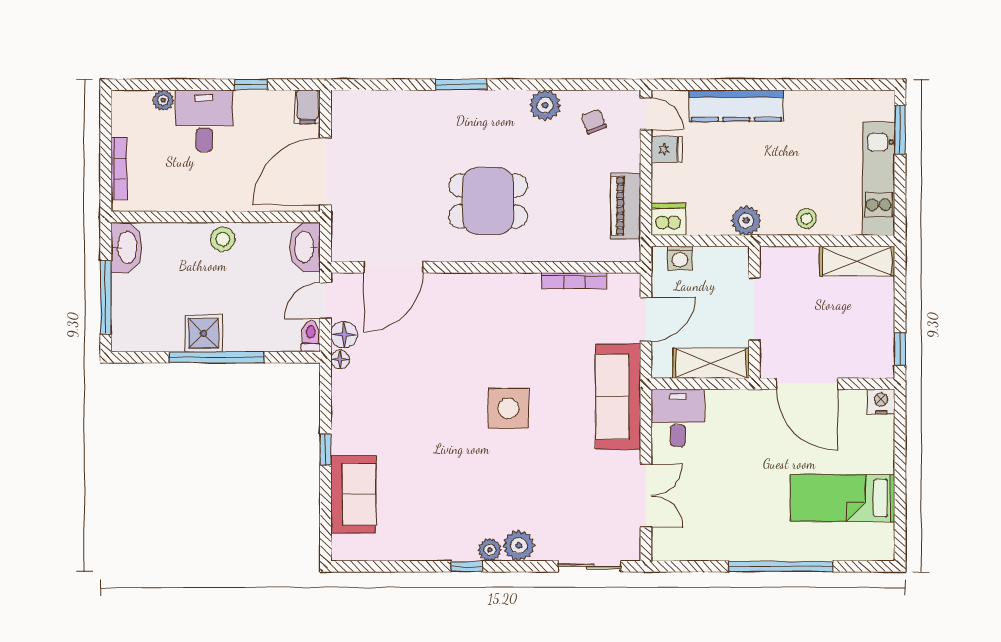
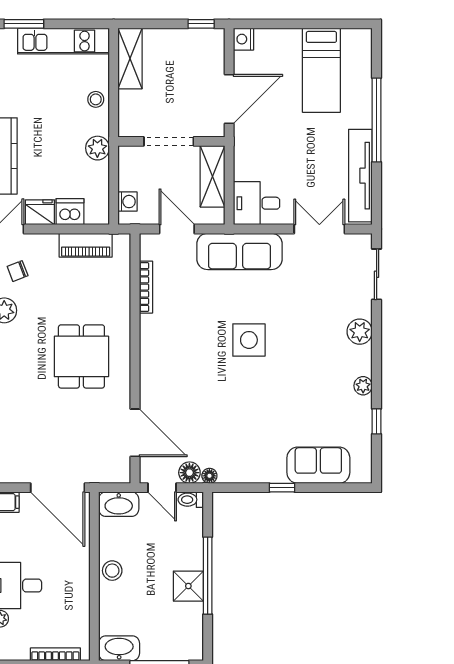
fridge: (667, 149) -> (40, 212), width x1.38
dishwasher: (668, 219) -> (70, 212), moved, turned 90
tv unit: (712, 546) -> (360, 176), added
plant: (490, 550) -> (363, 386), moved
window: (467, 566) -> (377, 421), moved

